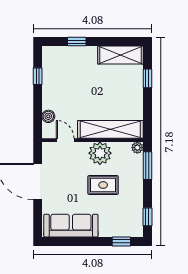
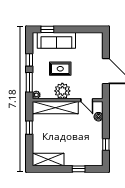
window: (147, 78) -> (29, 128), moved
window: (147, 217) -> (29, 60), moved
sofa: (71, 226) -> (56, 40), moved

